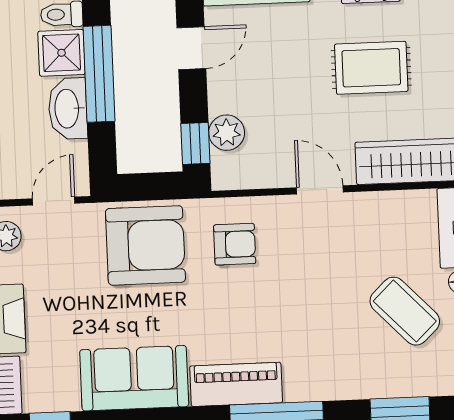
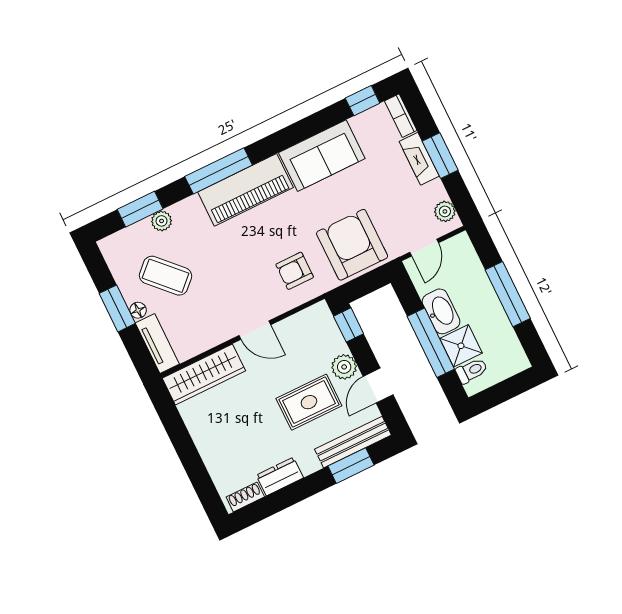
rug: (371, 68) -> (309, 402), moved
plant: (227, 133) -> (344, 367), moved
armchair: (145, 245) -> (352, 245), turned 90
piano: (236, 384) -> (246, 190), width x1.37, depth x1.33
plant: (379, 384) -> (162, 221), added

